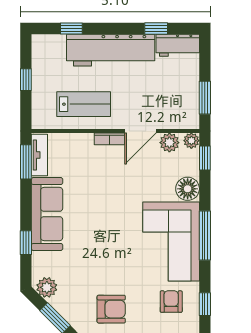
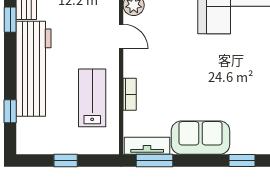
door: (140, 131) -> (121, 37), width x0.73
bookcase: (109, 139) -> (130, 94), moved
sofa: (47, 214) -> (200, 138), width x0.73

